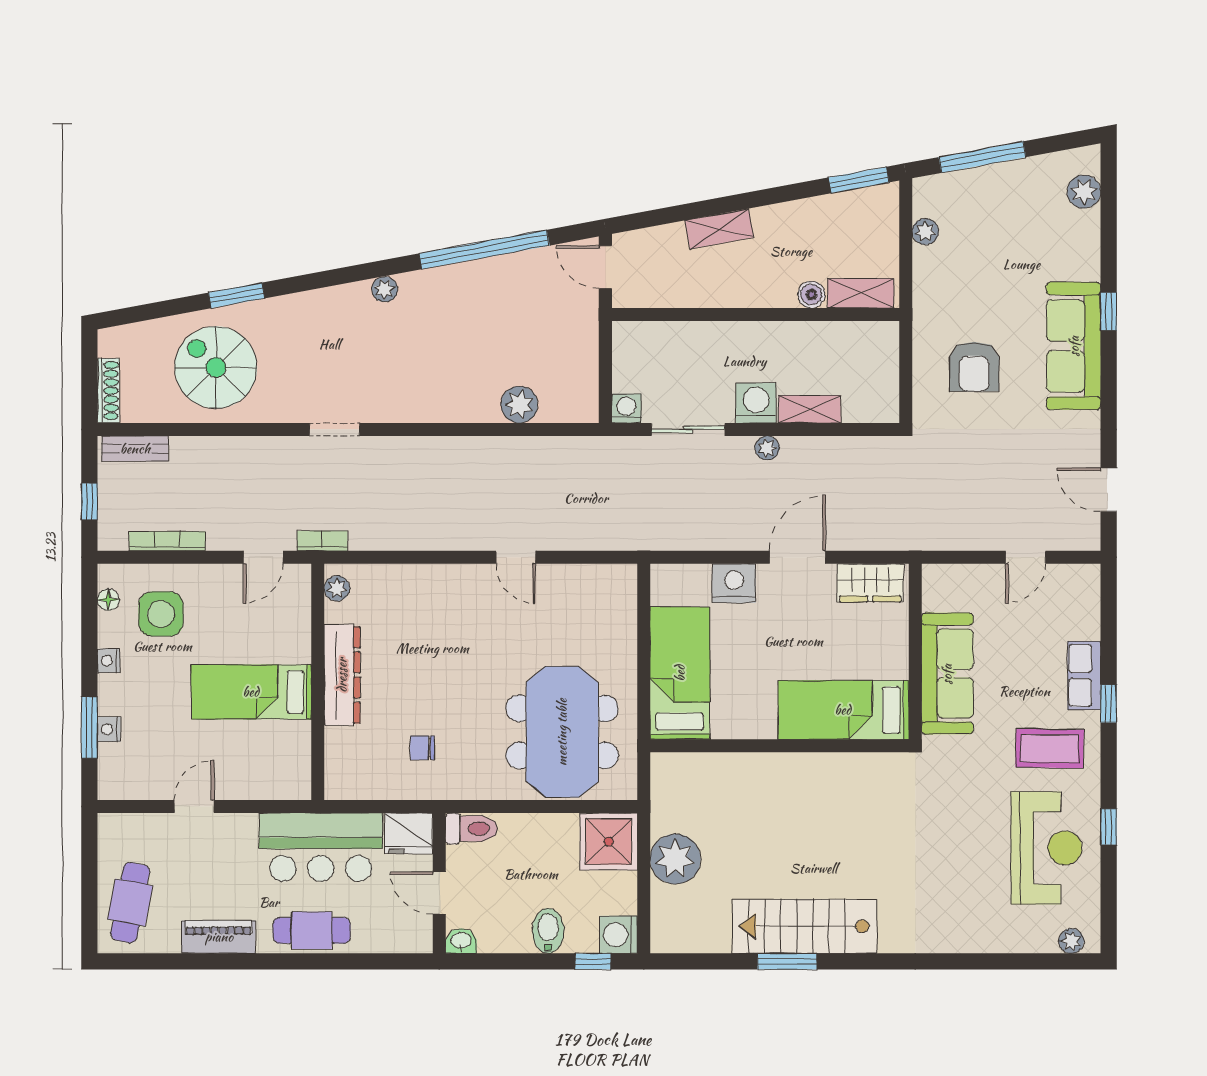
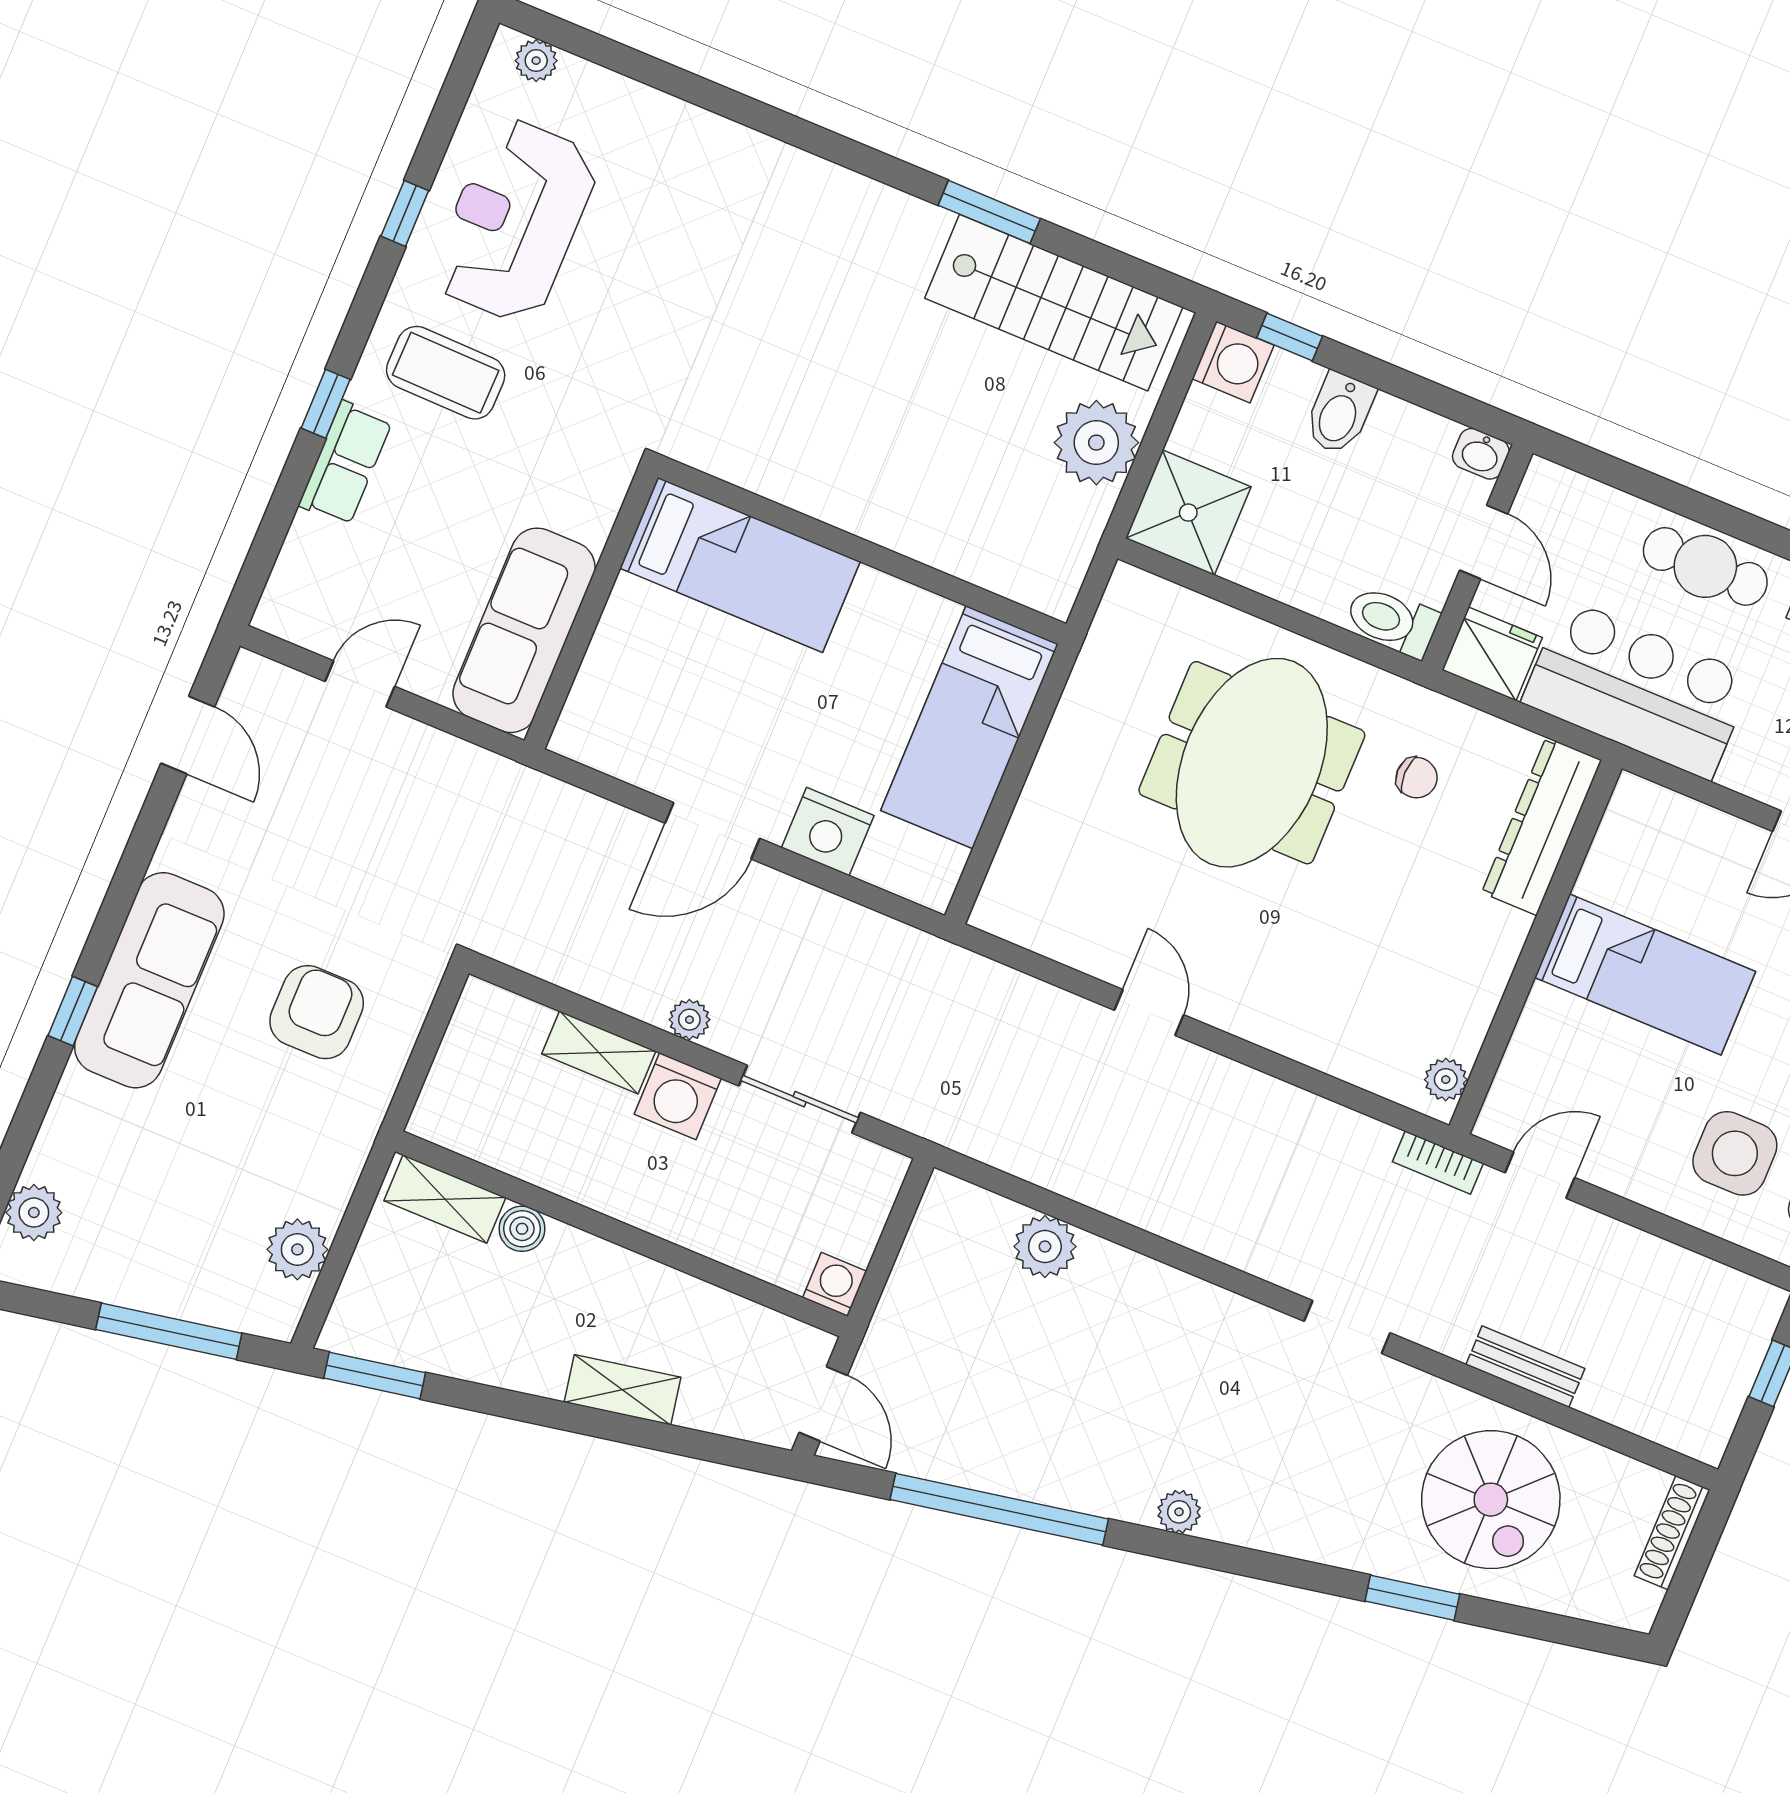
plant: (925, 232) -> (297, 1249), width x1.38, depth x1.38
washing machine: (626, 408) -> (835, 1284), moved, turned 180
bench: (135, 449) -> (1525, 1367), moved
bookcase: (167, 541) -> (1678, 1262), removed
wardrobe: (870, 583) -> (617, 744), removed
sofa: (947, 674) -> (524, 630), moved
dresser: (342, 675) -> (1542, 826), moved
meeting table: (562, 732) -> (1252, 763), moved
stairs: (805, 926) -> (1054, 303), moved

